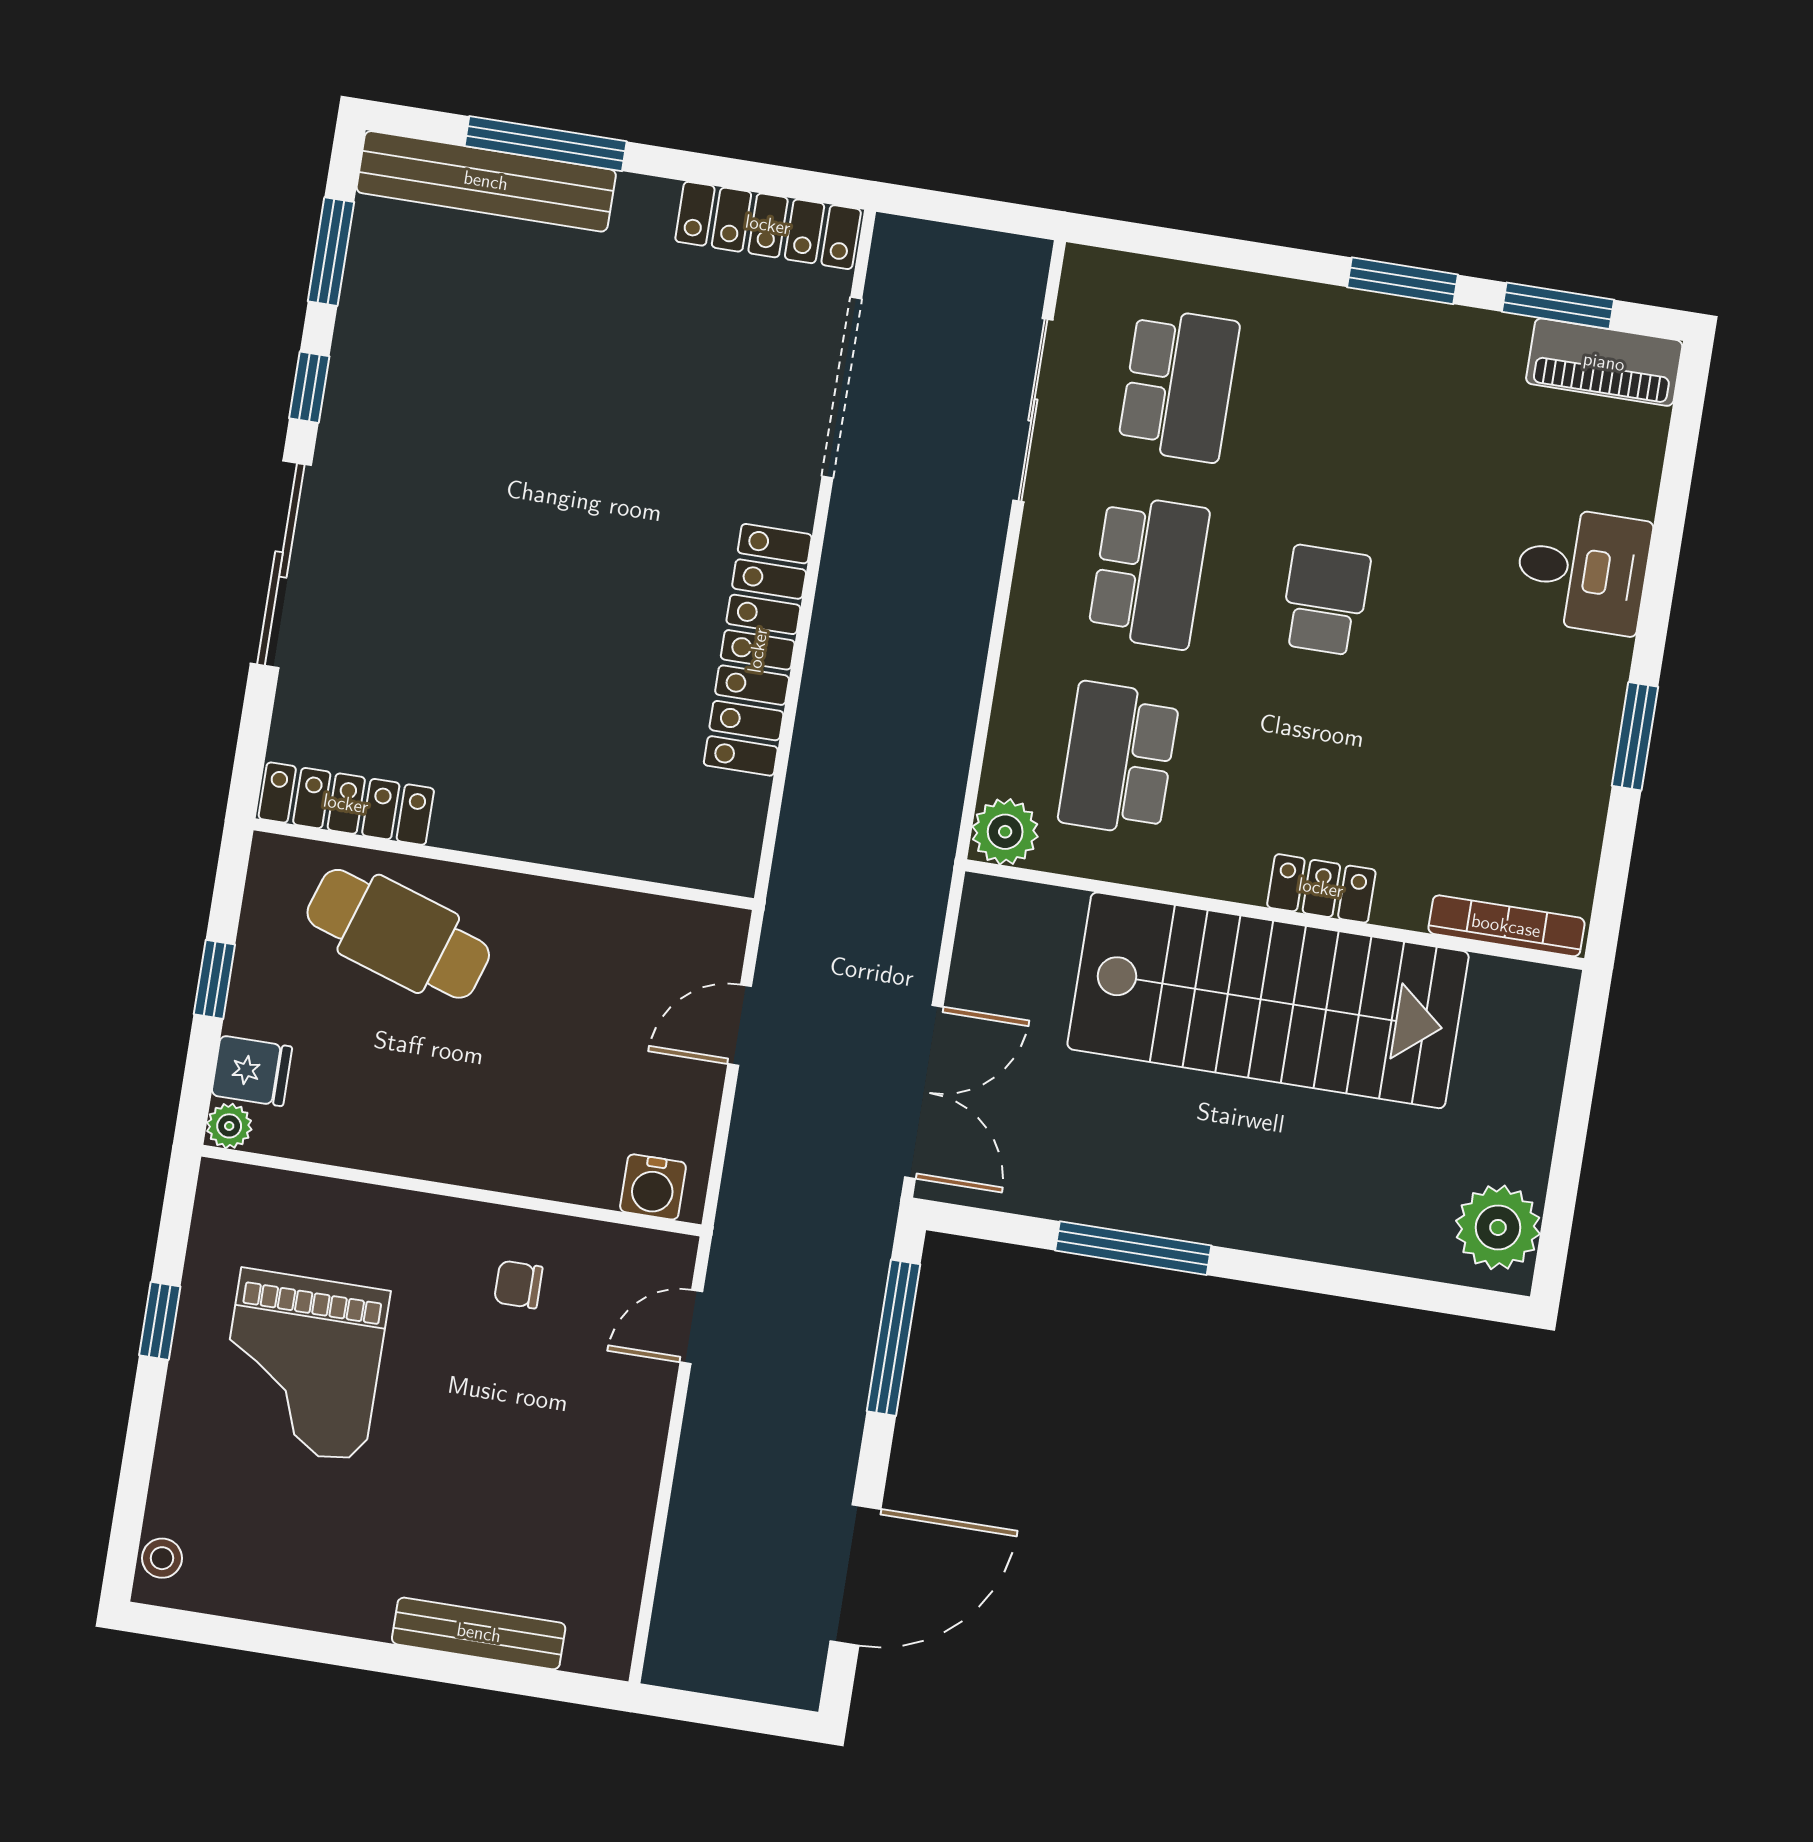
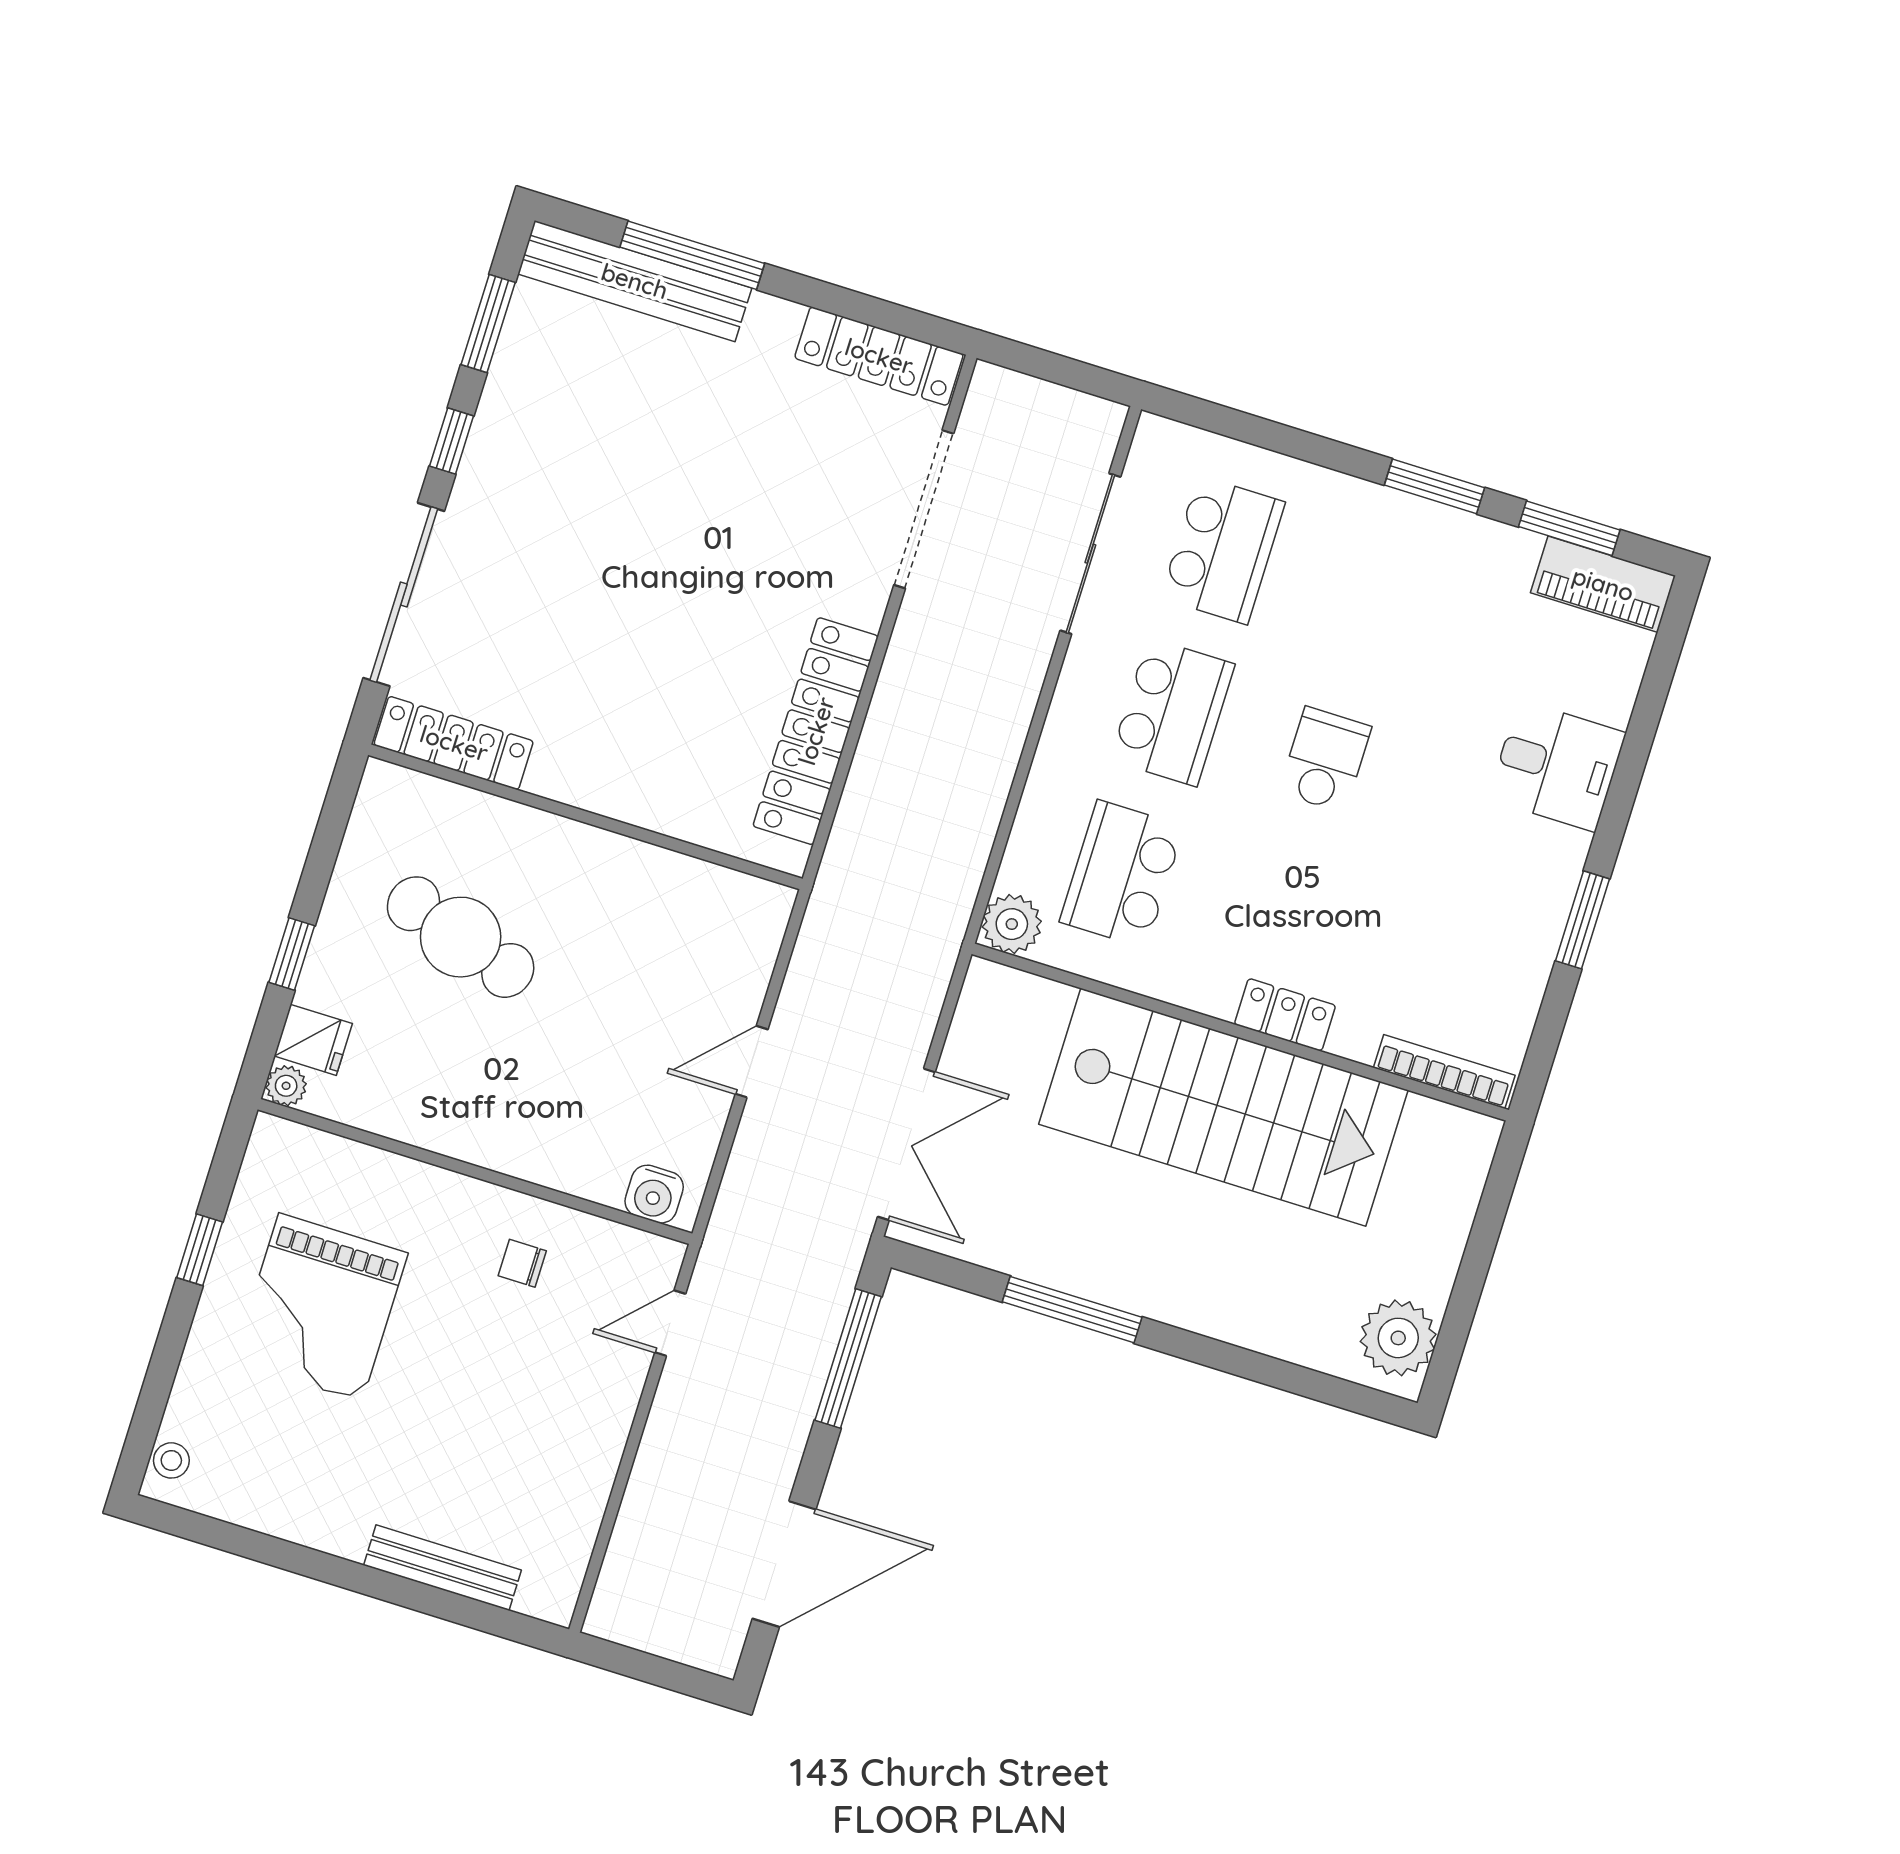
locker: (346, 804) -> (454, 743), moved
wall: (504, 864) -> (585, 817), moved

